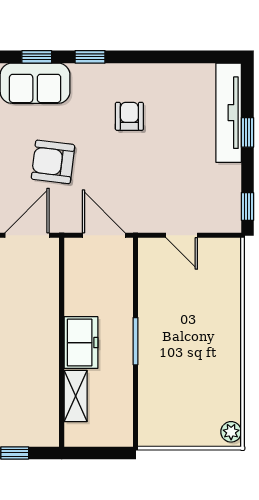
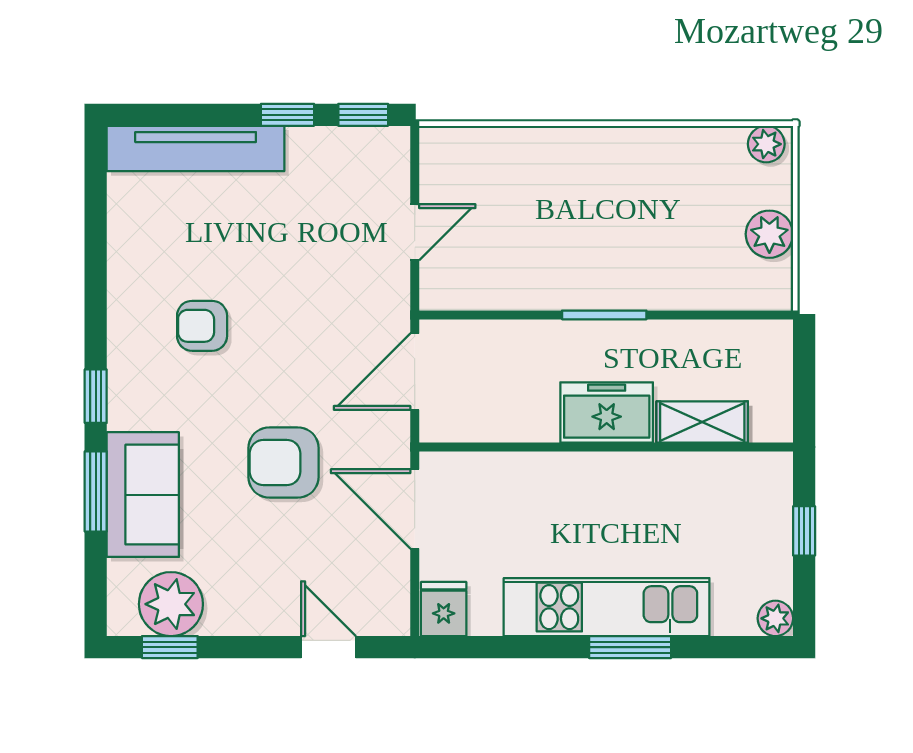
window: (37, 57) -> (96, 491), width x1.50
window: (247, 132) -> (287, 115), moved
armchair: (53, 162) -> (283, 462), turned 83
plant: (181, 434) -> (769, 234), added

